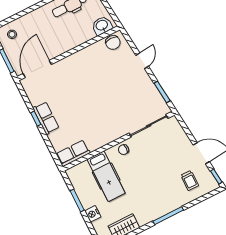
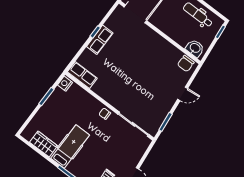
hospital bed: (106, 176) -> (70, 147), moved, turned 180
nightstand: (93, 214) -> (65, 84), moved

